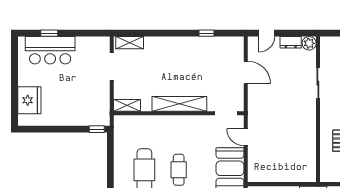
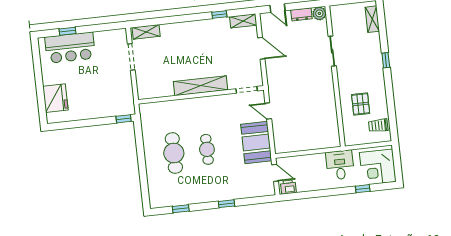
door: (267, 33) -> (277, 8), hinge flipped
shelving: (127, 105) -> (243, 21), moved

